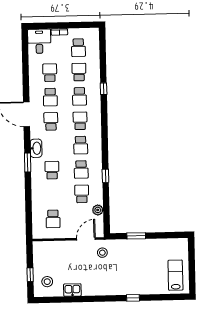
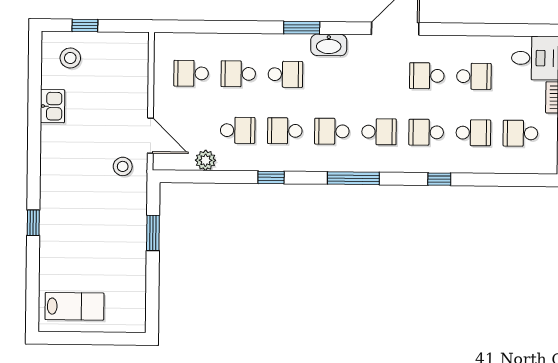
school desk: (51, 121) -> (238, 74), moved, turned 180
window: (105, 133) -> (353, 178), added

